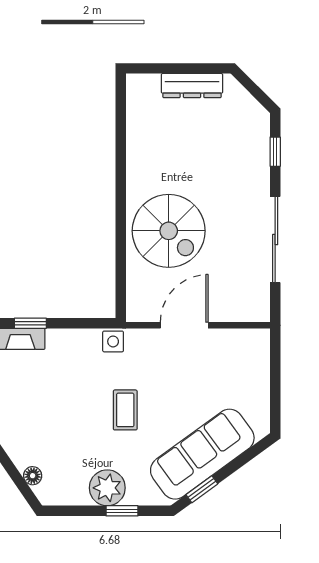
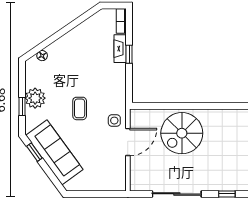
door: (184, 325) -> (128, 142), hinge flipped
side table: (113, 341) -> (114, 121), moved
coffee table: (125, 410) -> (80, 108), turned 90

